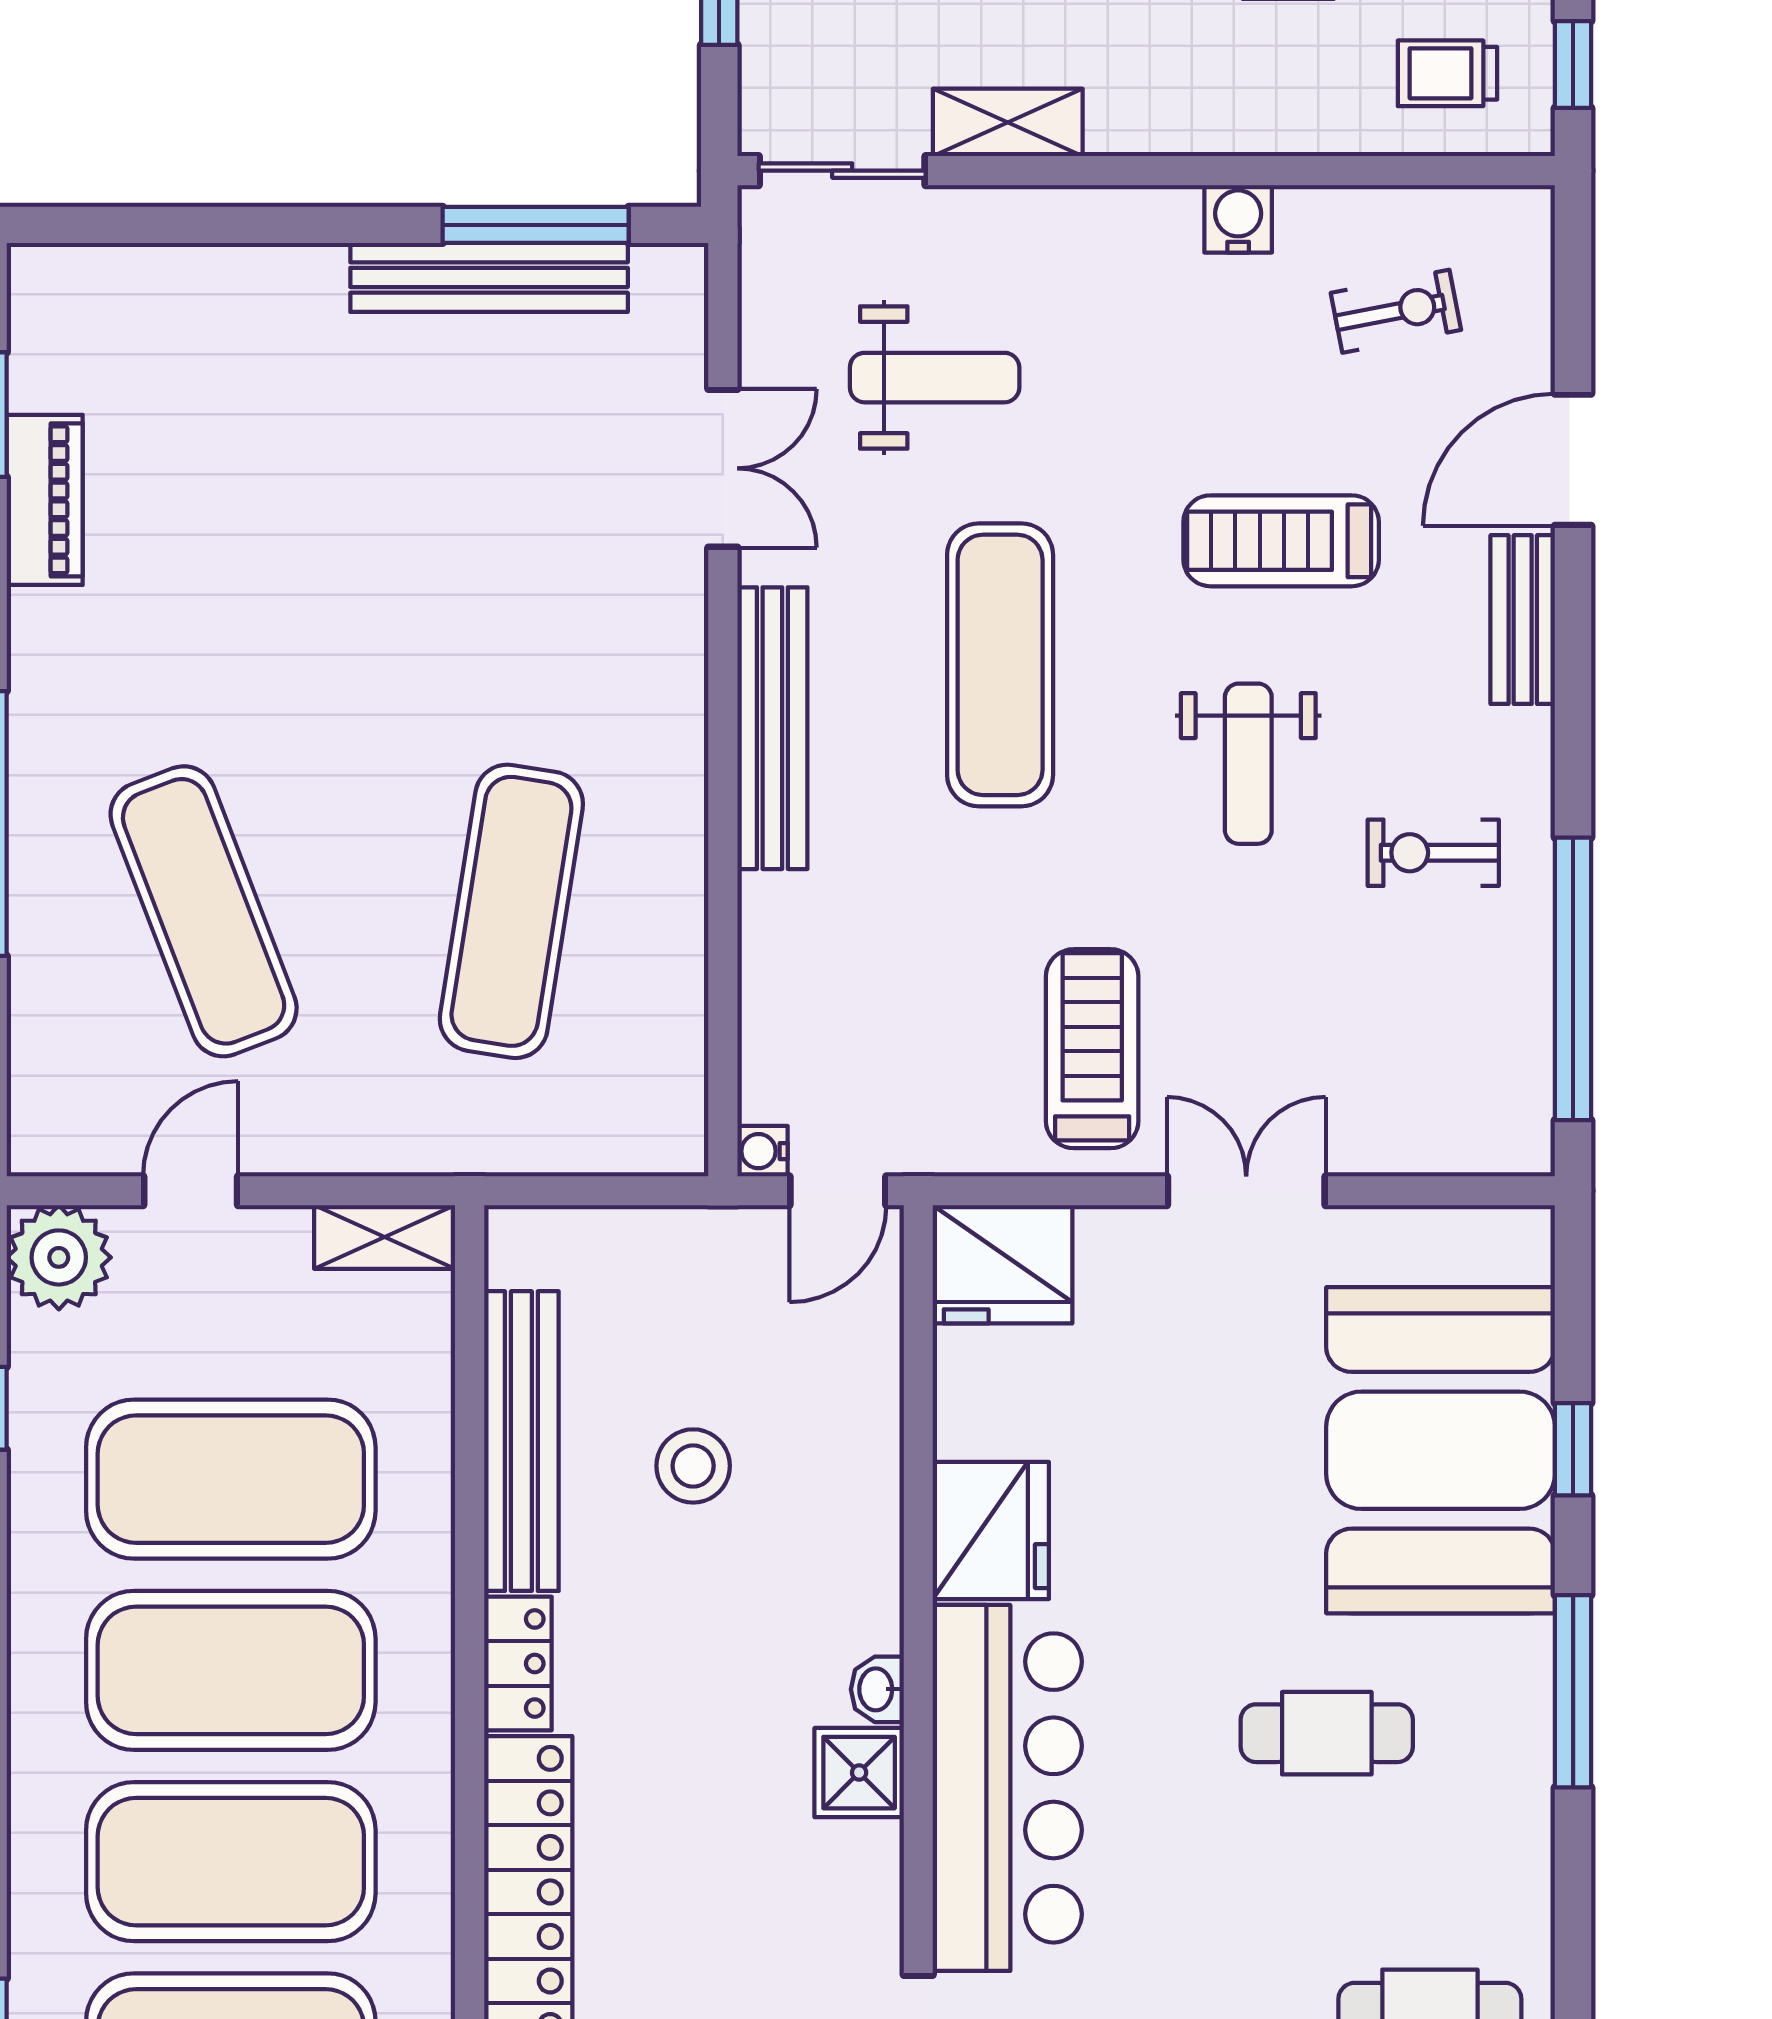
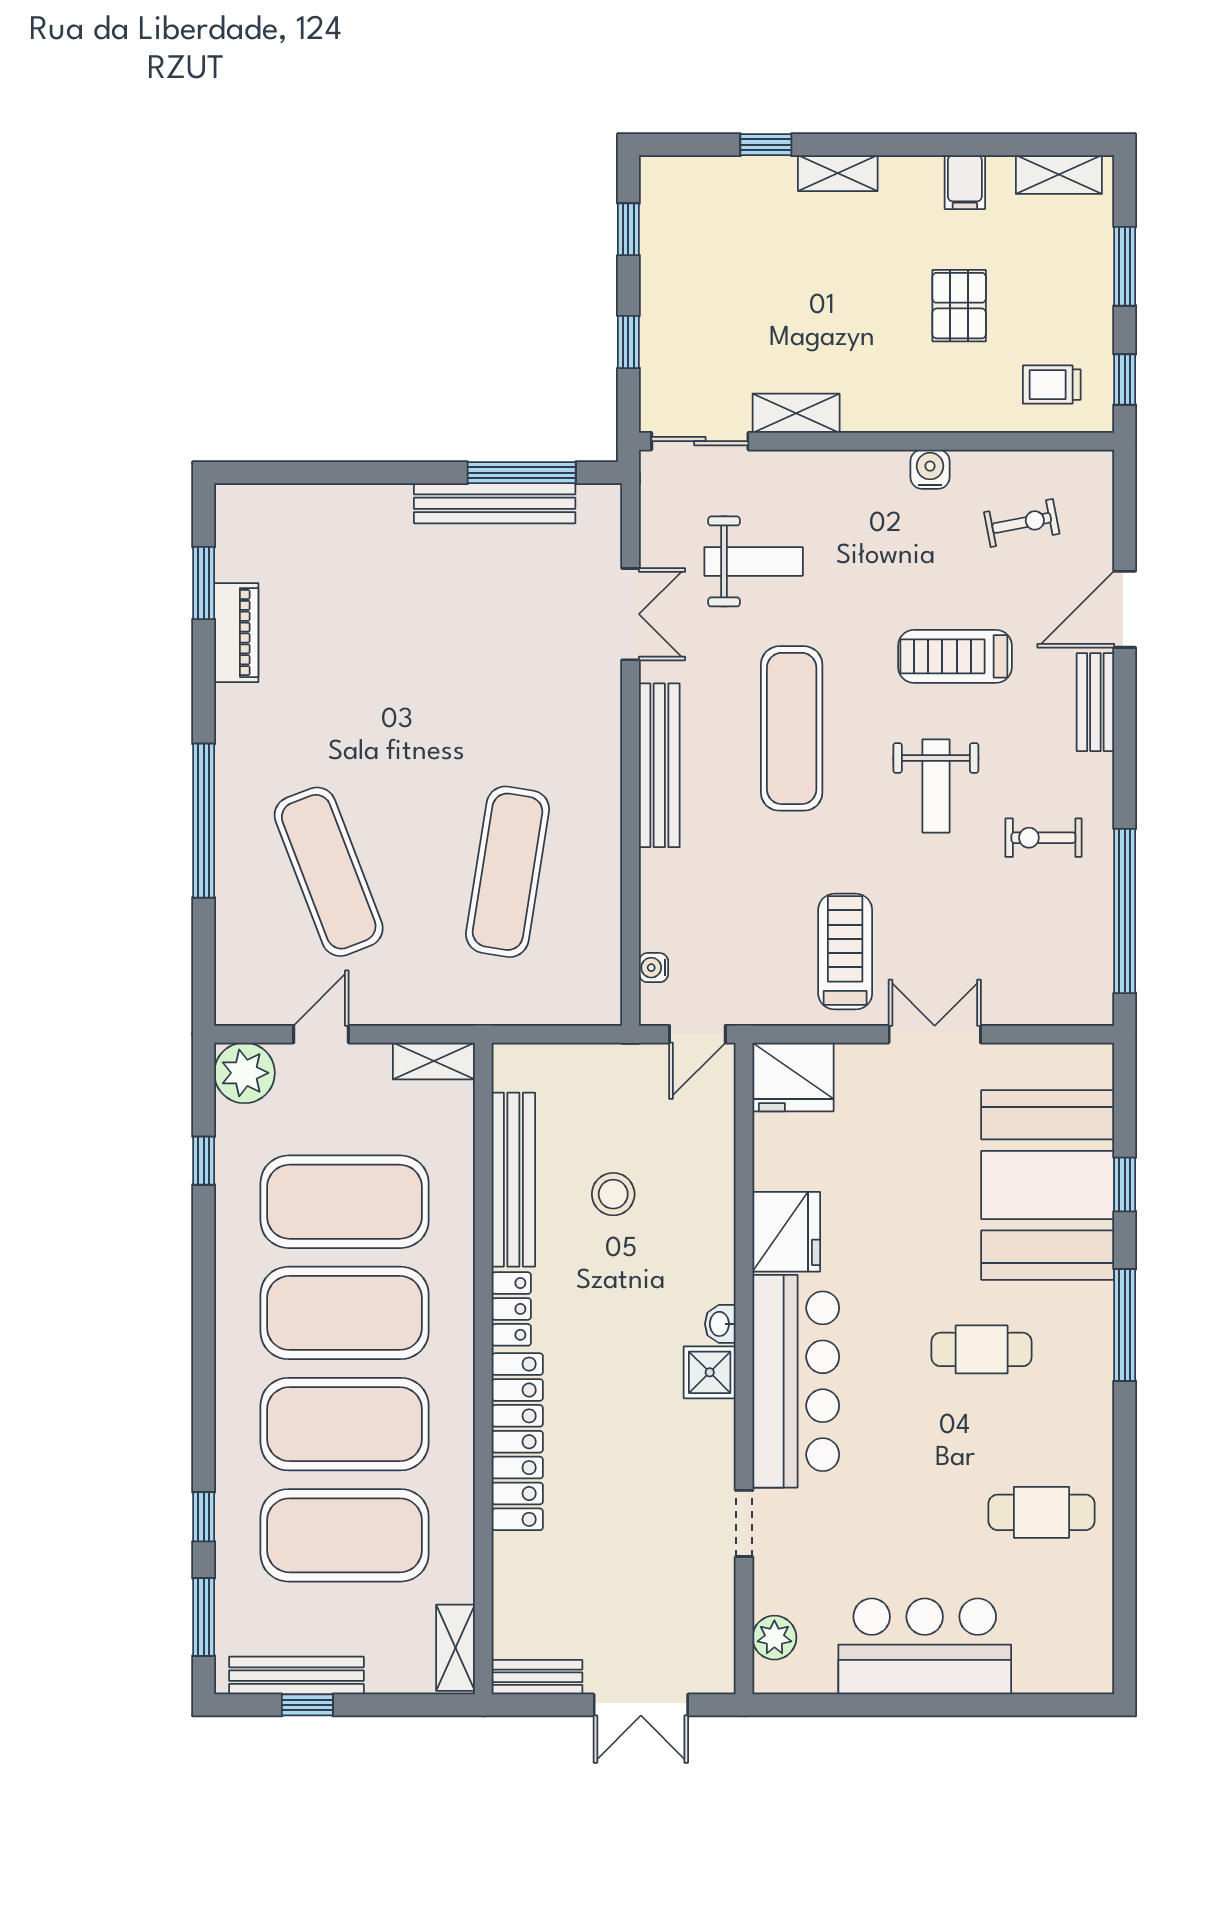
water cooler: (763, 1151) -> (654, 968), moved

